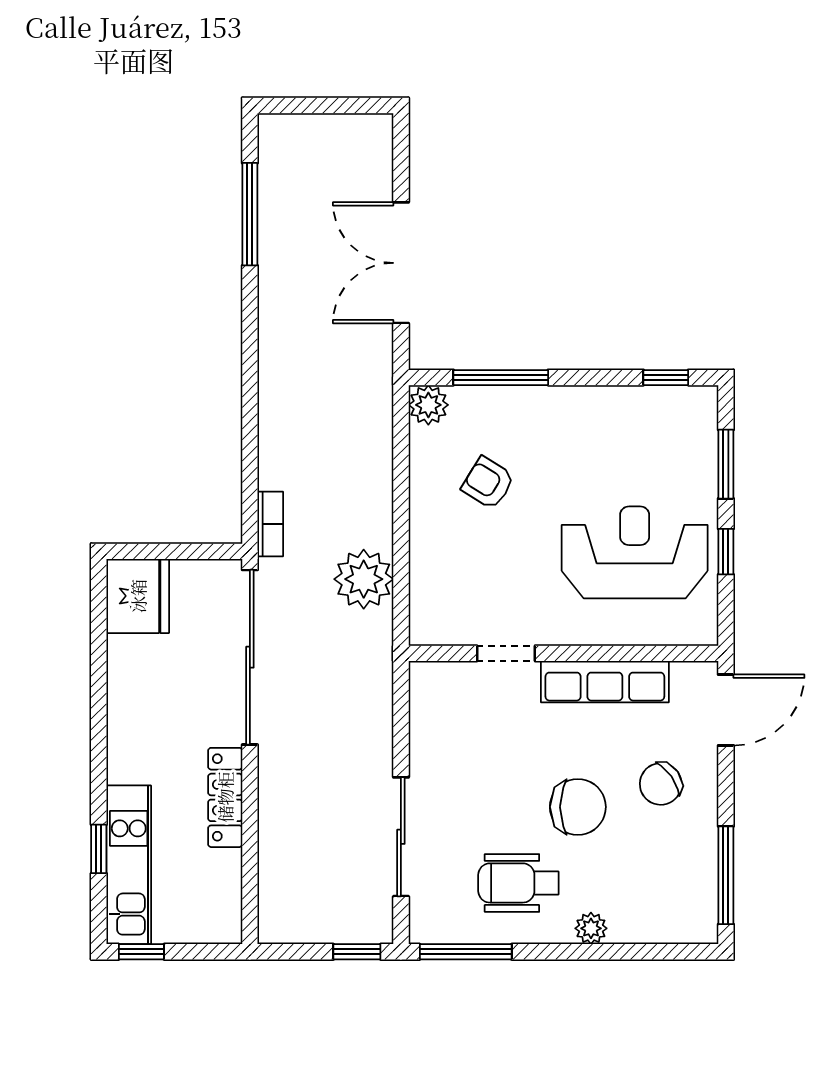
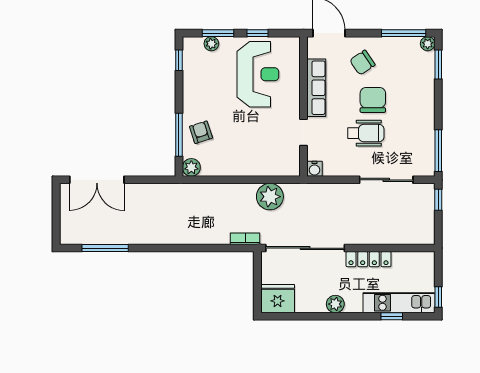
double door: (401, 263) -> (97, 180), moved
plant: (702, 449) -> (211, 44), added
armchair: (488, 483) -> (201, 132), moved, turned 130
reception desk: (635, 552) -> (258, 74), turned 180
water cooler: (425, 678) -> (314, 169), added
plant: (126, 724) -> (335, 304), added
chair: (661, 784) -> (362, 63), turned 91
wheelchair: (518, 883) -> (366, 133), moved, turned -90
plant: (591, 928) -> (428, 44), moved
window: (656, 952) -> (438, 65), added

